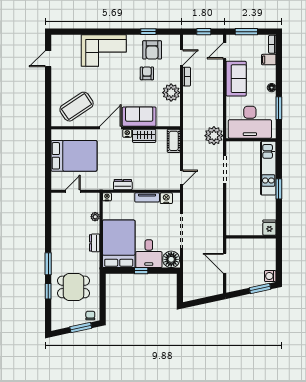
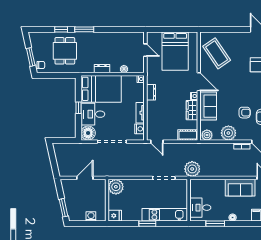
plant: (174, 118) -> (207, 135), added
desk: (250, 122) -> (200, 208), width x0.53, depth x0.77
plant: (235, 226) -> (116, 187), added
washing machine: (270, 276) -> (91, 216), moved

